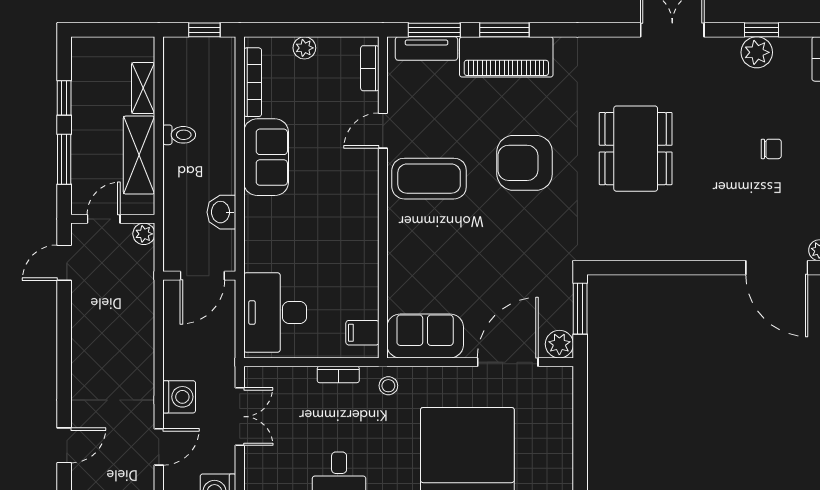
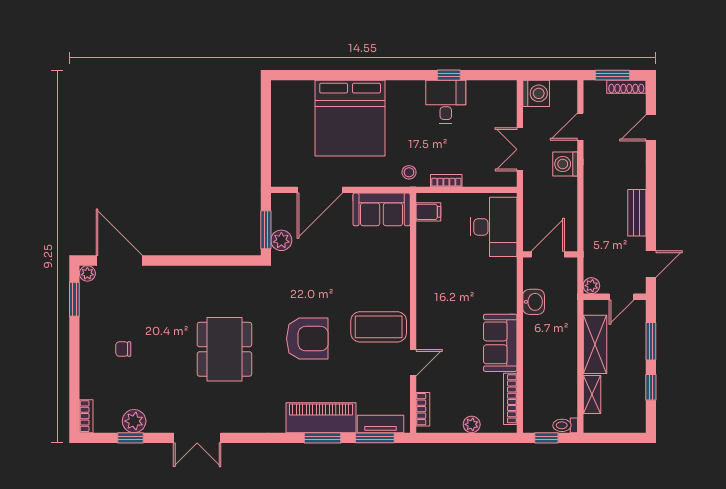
toilet: (179, 135) -> (565, 425), moved
bench: (83, 331) -> (637, 213), added
plant: (559, 344) -> (281, 240), moved

